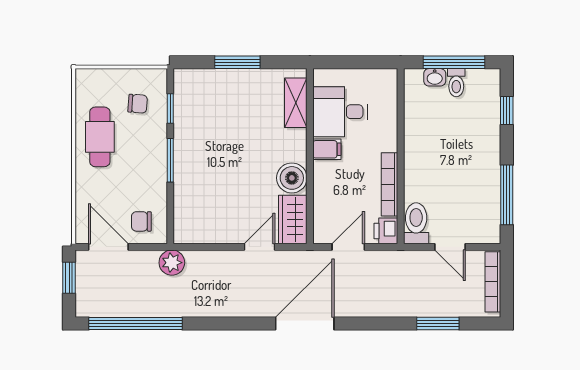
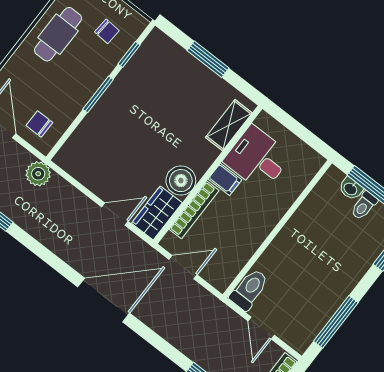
bookcase: (390, 184) -> (194, 210), moved, turned 180
printer: (386, 231) -> (221, 277), removed

